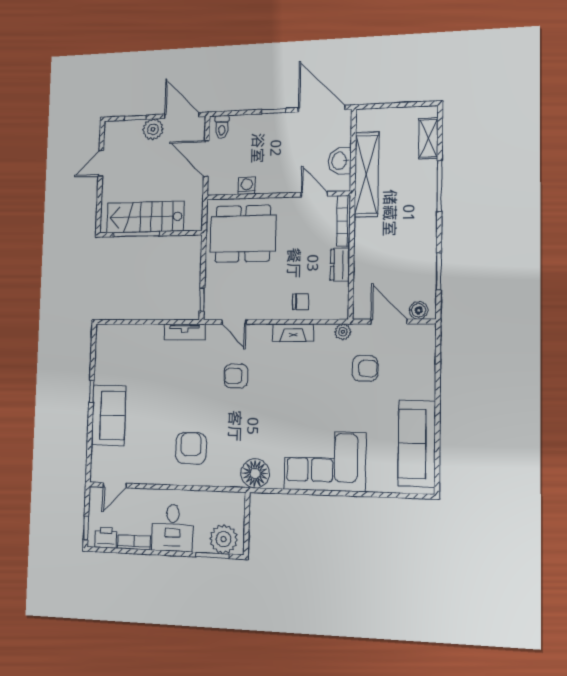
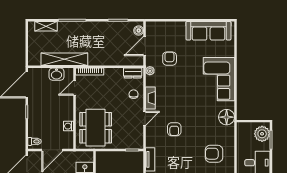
dresser: (340, 265) -> (133, 73), moved
door: (234, 322) -> (144, 118), moved

